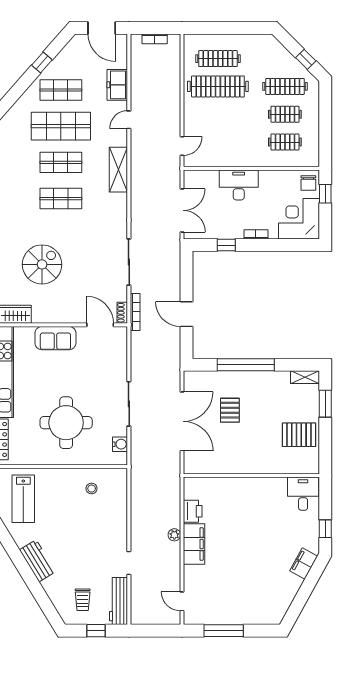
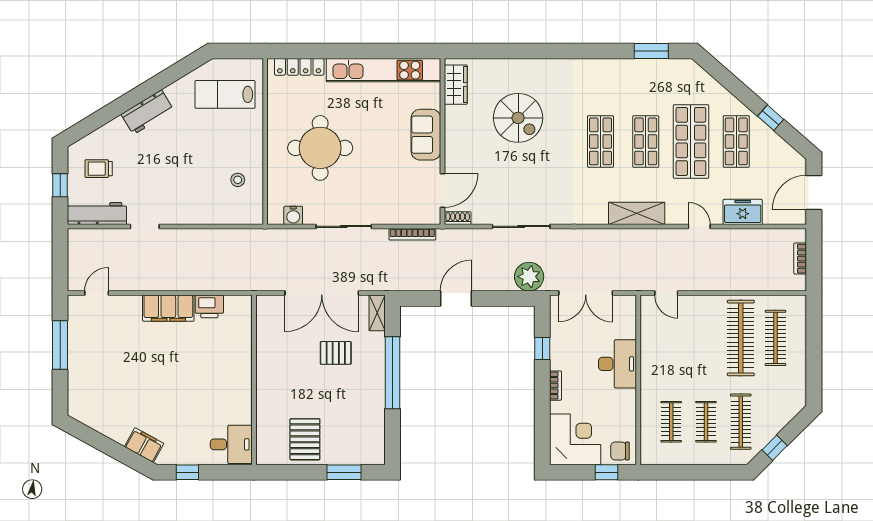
bookcase: (135, 312) -> (412, 234), moved
shelving: (305, 377) -> (377, 313), moved
plant: (174, 535) -> (529, 277), moved, width x1.87, depth x1.87

